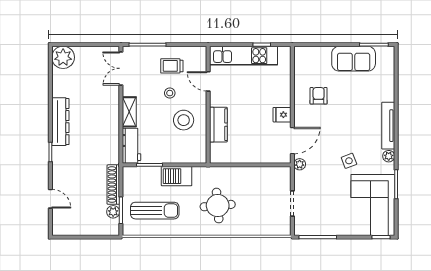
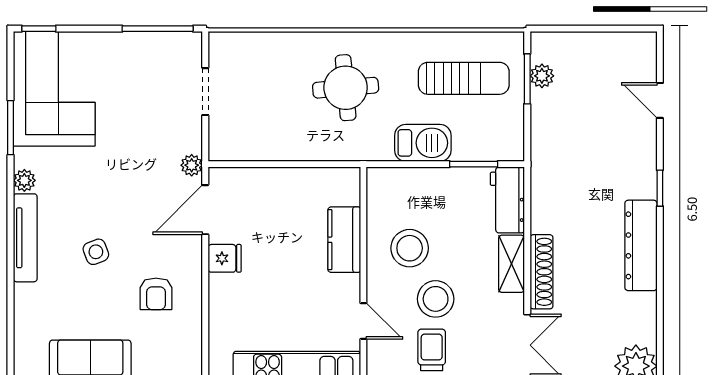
trolley: (172, 66) -> (432, 350), turned -90
stool: (170, 93) -> (436, 299), width x1.89, depth x1.89
side table: (349, 161) -> (96, 252), moved
shoe rack: (113, 185) -> (541, 272), moved
sun lounger: (155, 211) -> (464, 78), turned 180

